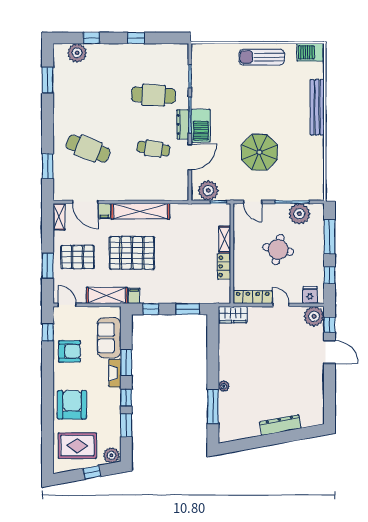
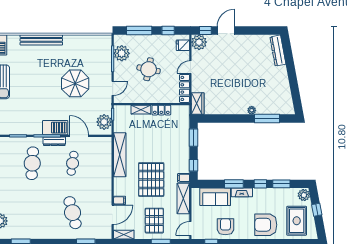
cafe table: (88, 149) -> (73, 213), turned -36
shelving: (140, 211) -> (120, 155), moved
dresser: (280, 425) -> (278, 51), moved

